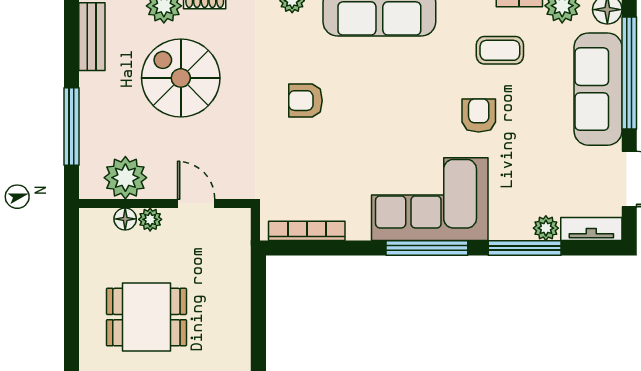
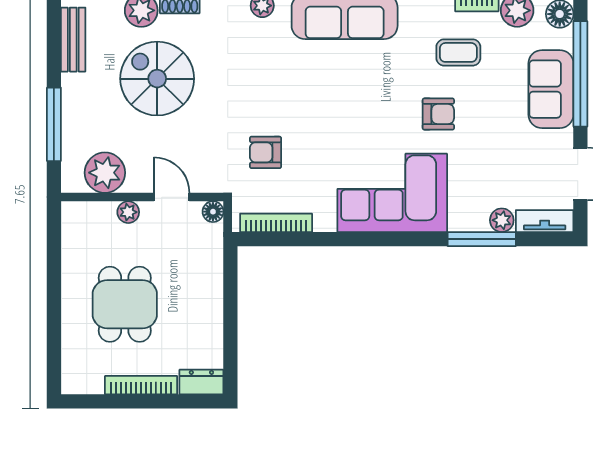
sofa: (598, 89) -> (551, 89), width x0.73
armchair: (306, 101) -> (265, 152), moved
armchair: (479, 116) -> (438, 114), turned 90
floor lamp: (125, 219) -> (213, 212), moved
window: (427, 248) -> (389, 239), removed
dining table: (146, 317) -> (125, 304), turned 90

